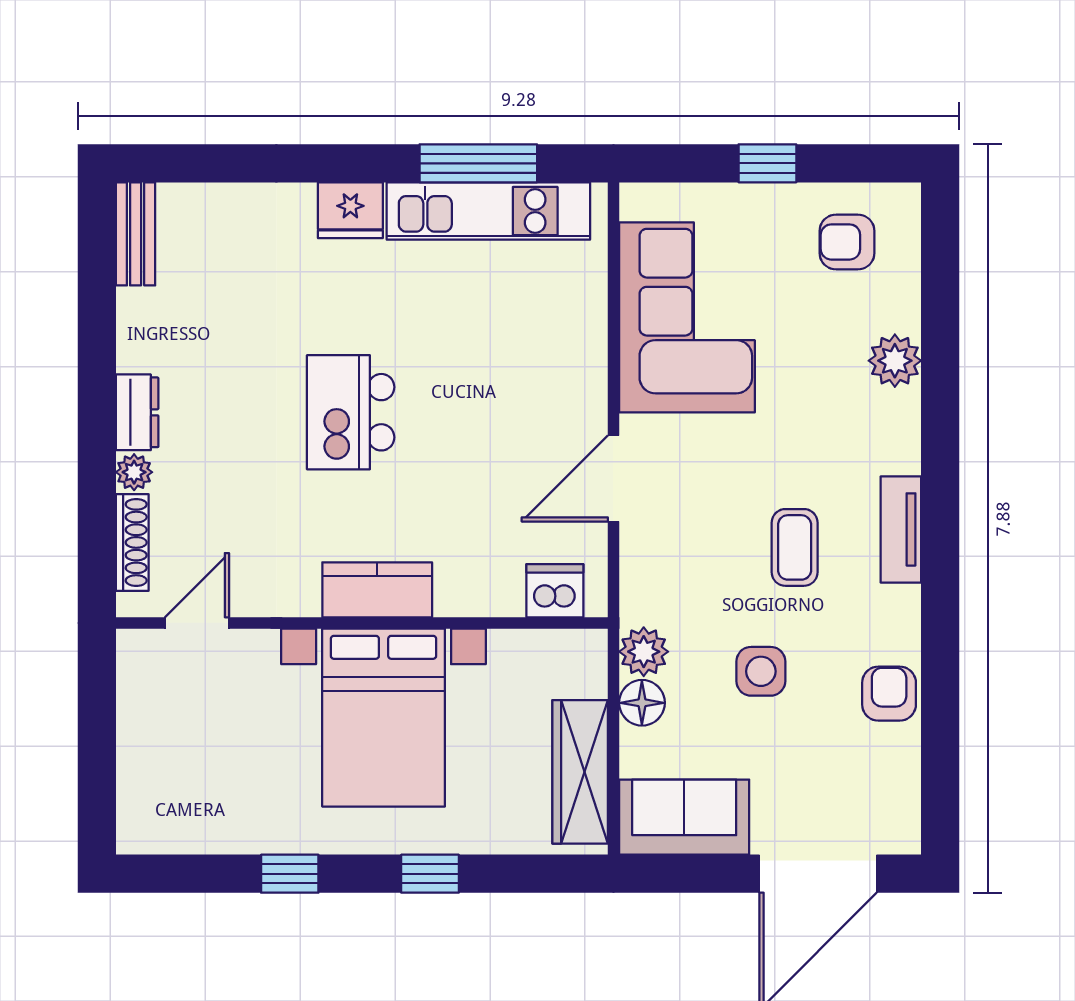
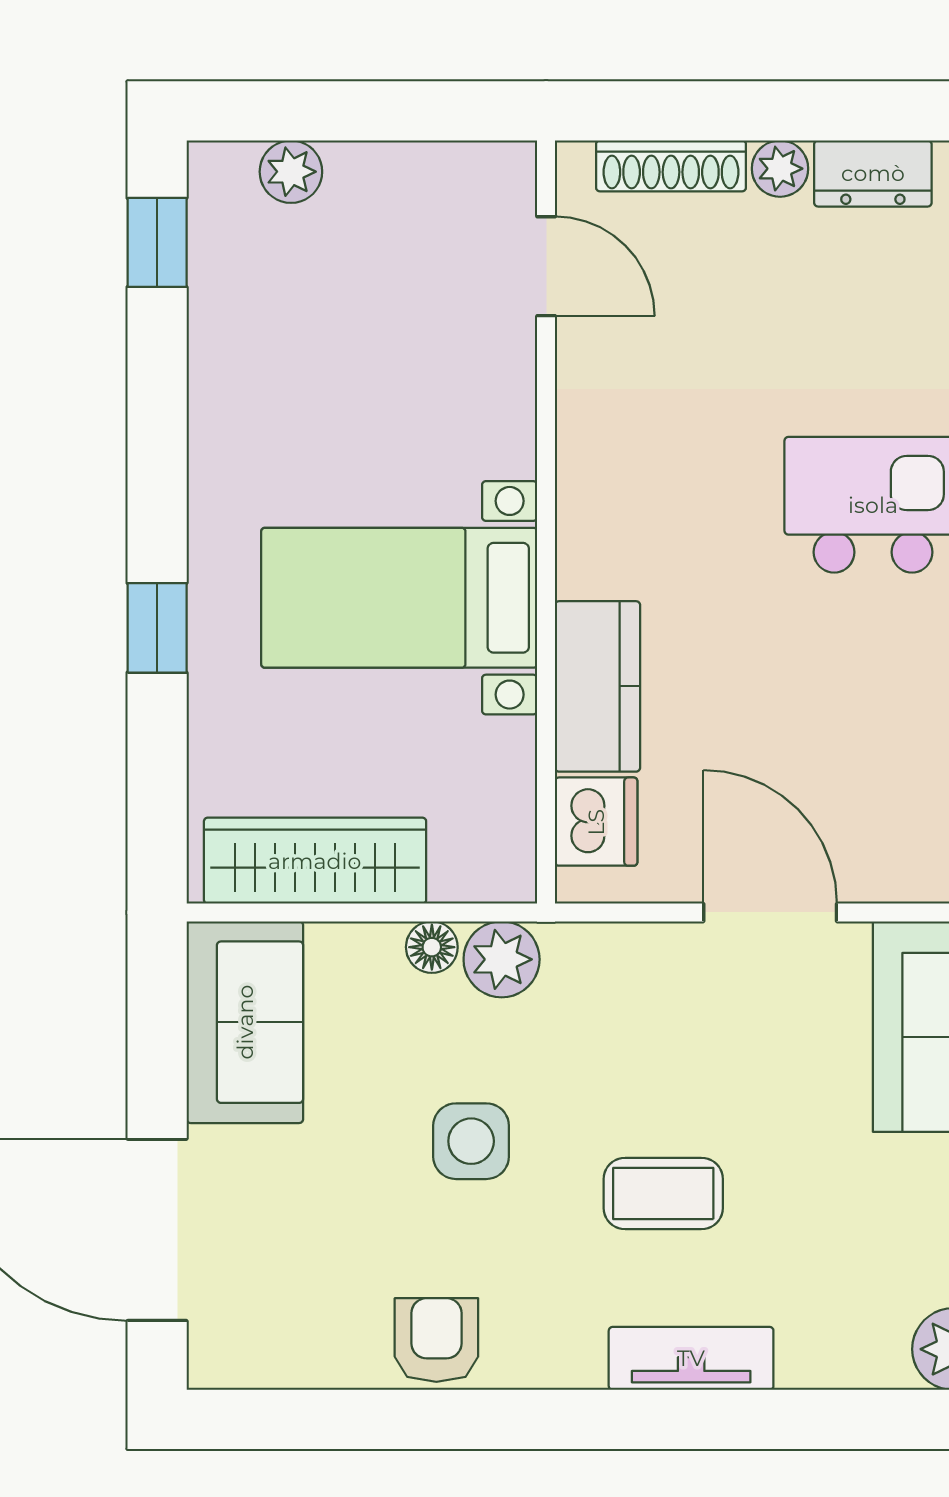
kitchen counter: (377, 590) -> (597, 686), moved
armchair: (889, 694) -> (436, 1340), turned -90
floor lamp: (642, 703) -> (432, 947), width x0.73, depth x0.73
bed with nightstands: (384, 718) -> (399, 598), width x0.73
plant: (136, 787) -> (291, 172), added
window: (290, 874) -> (157, 242), moved

